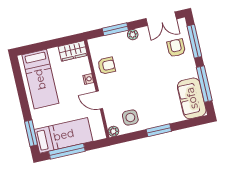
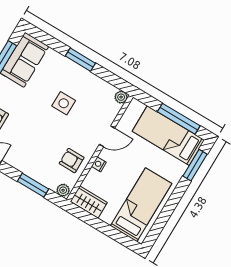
plant: (133, 35) -> (63, 190), moved
door: (99, 100) -> (107, 136), hinge flipped
side table: (130, 118) -> (64, 103), moved

